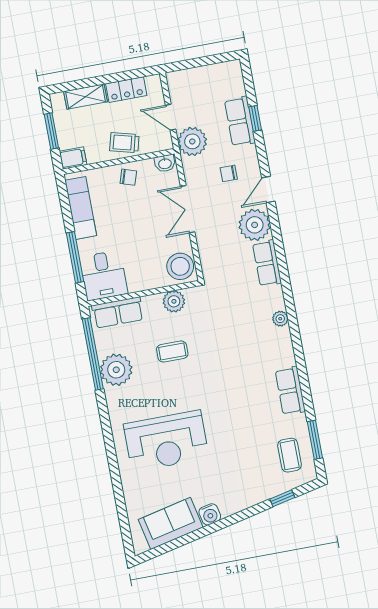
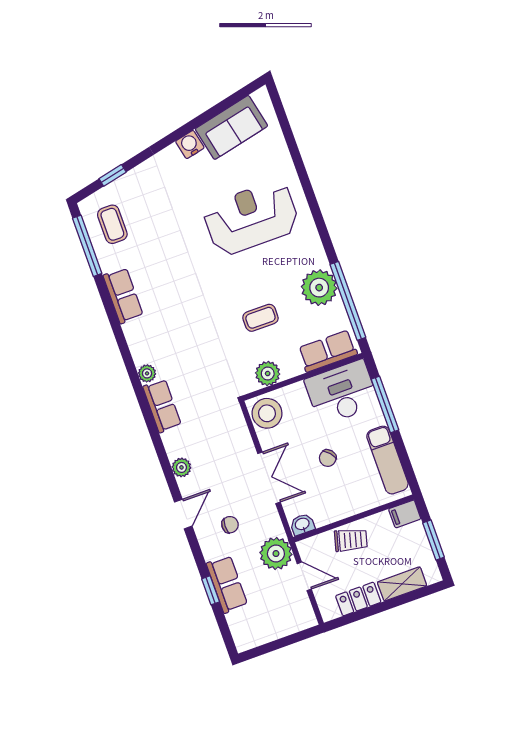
chair: (128, 177) -> (328, 458), moved, turned -59
plant: (255, 225) -> (181, 467), width x0.53, depth x0.53
row of seats: (267, 263) -> (162, 406), moved
desk: (104, 275) -> (342, 393), width x1.37
window: (315, 440) -> (87, 246), width x1.44

